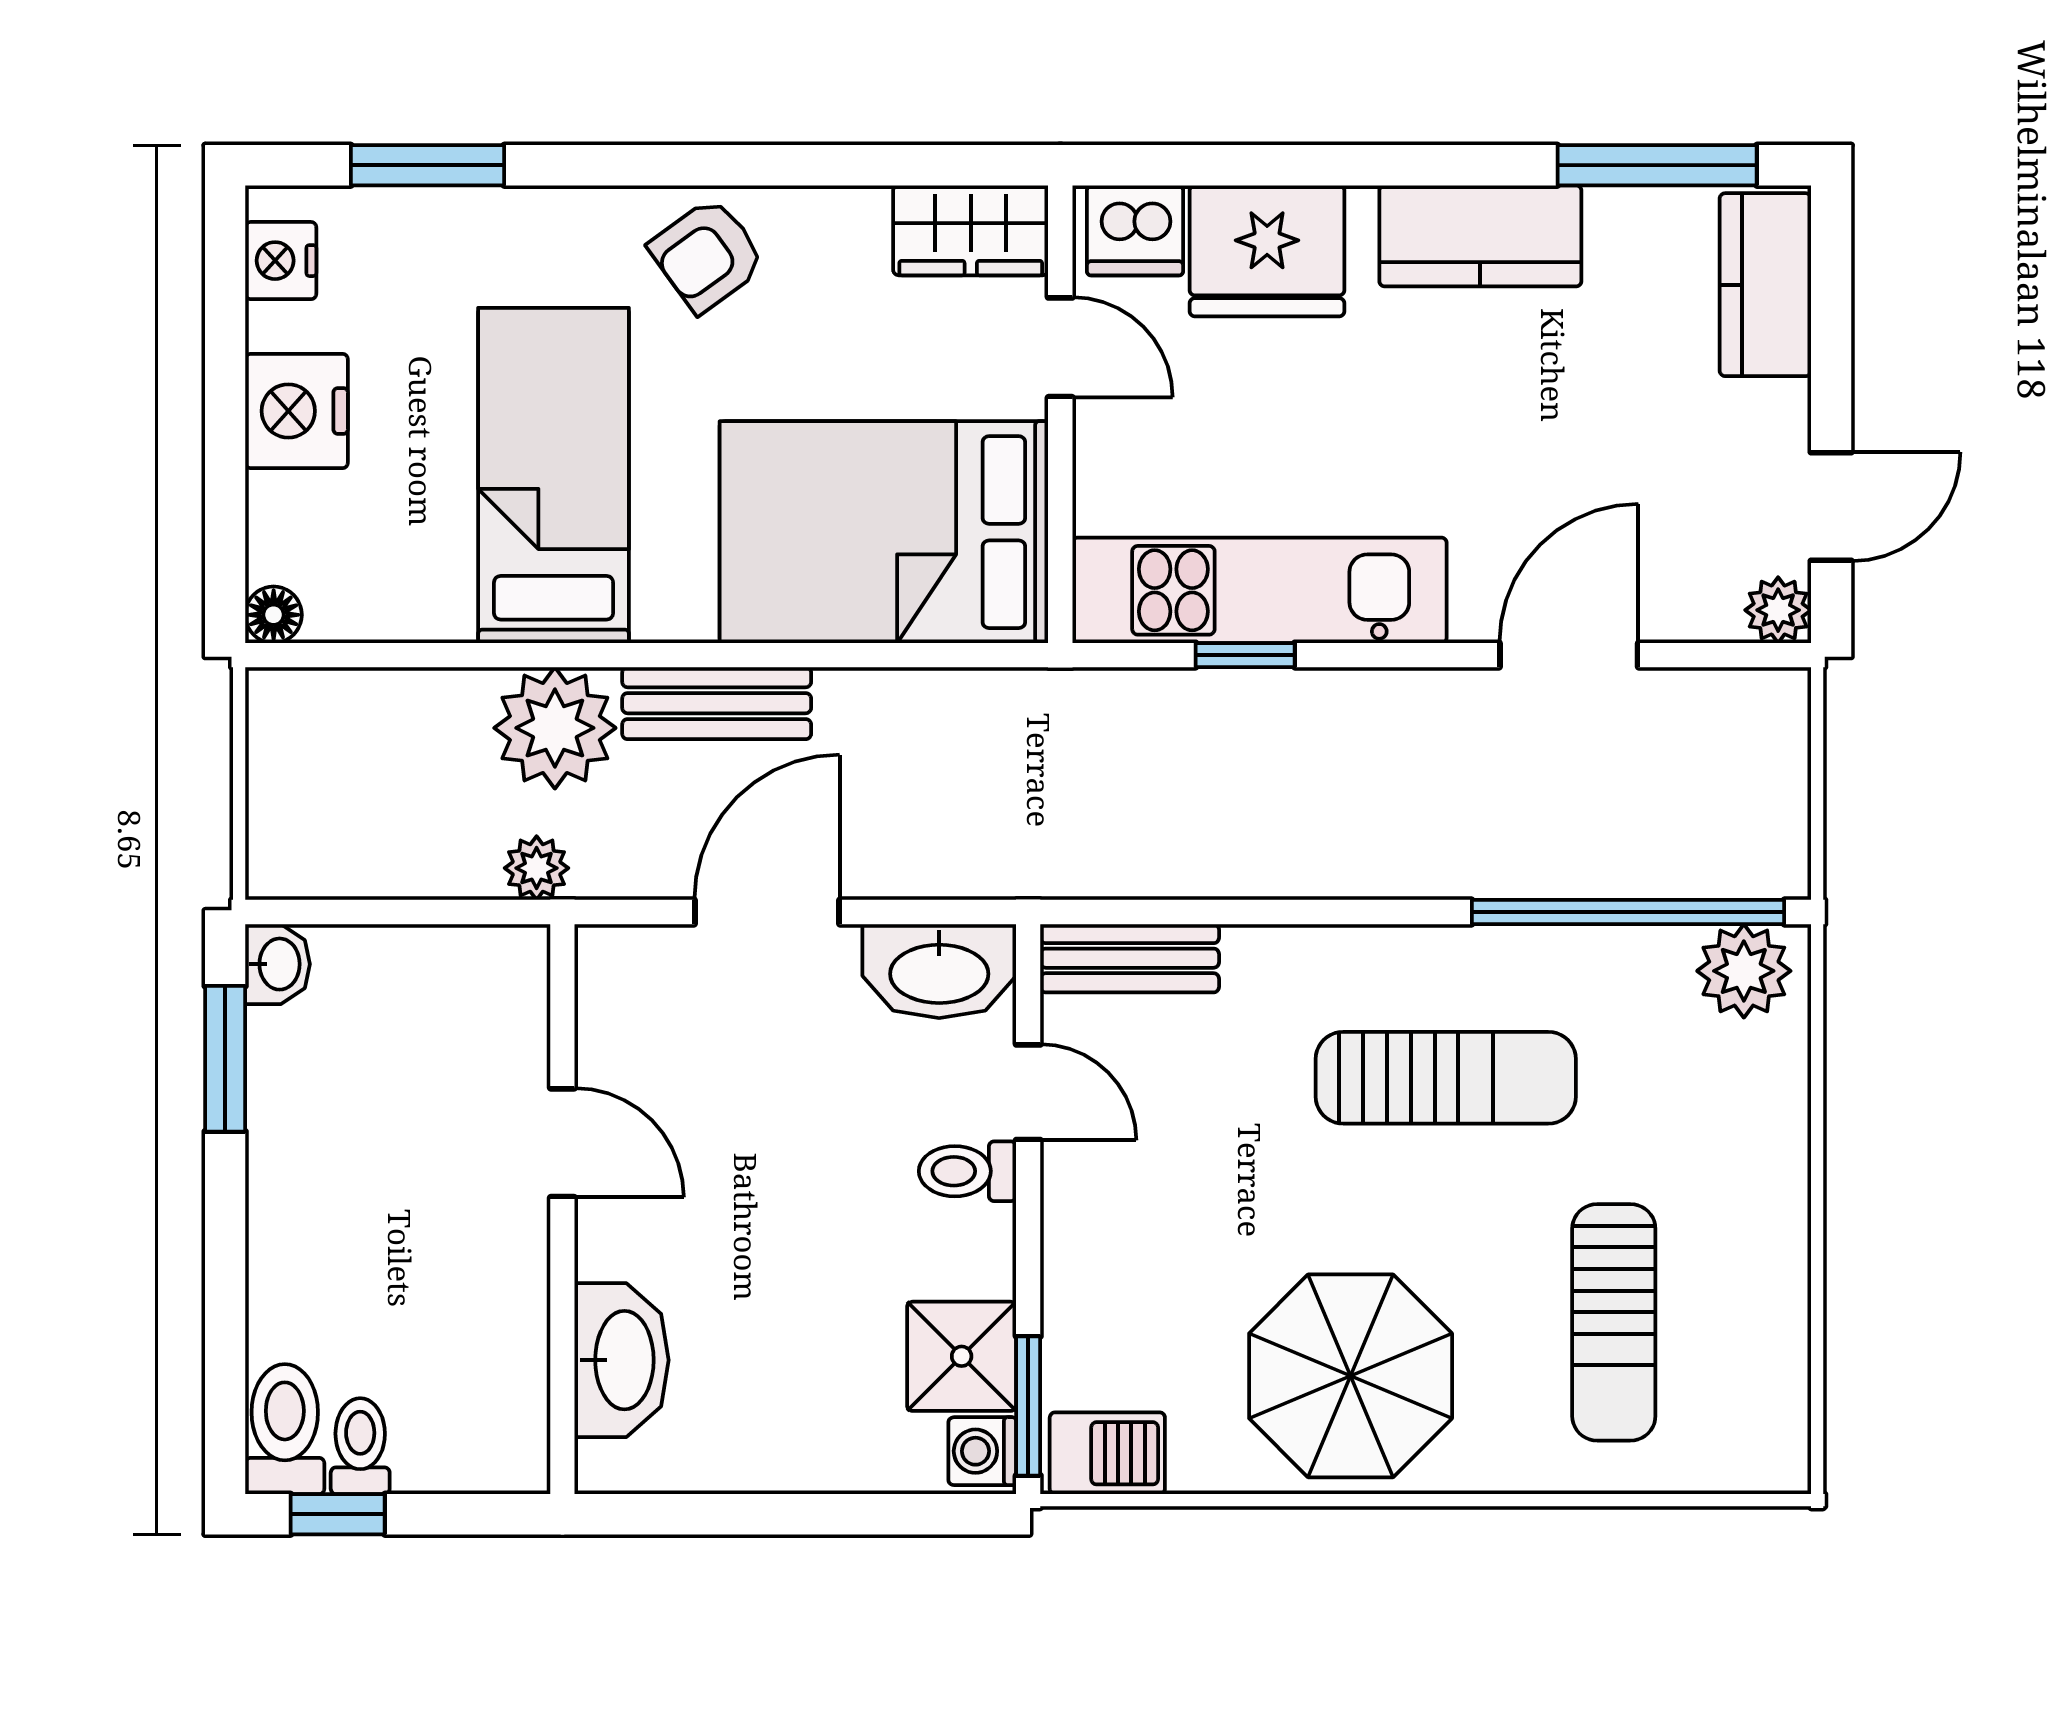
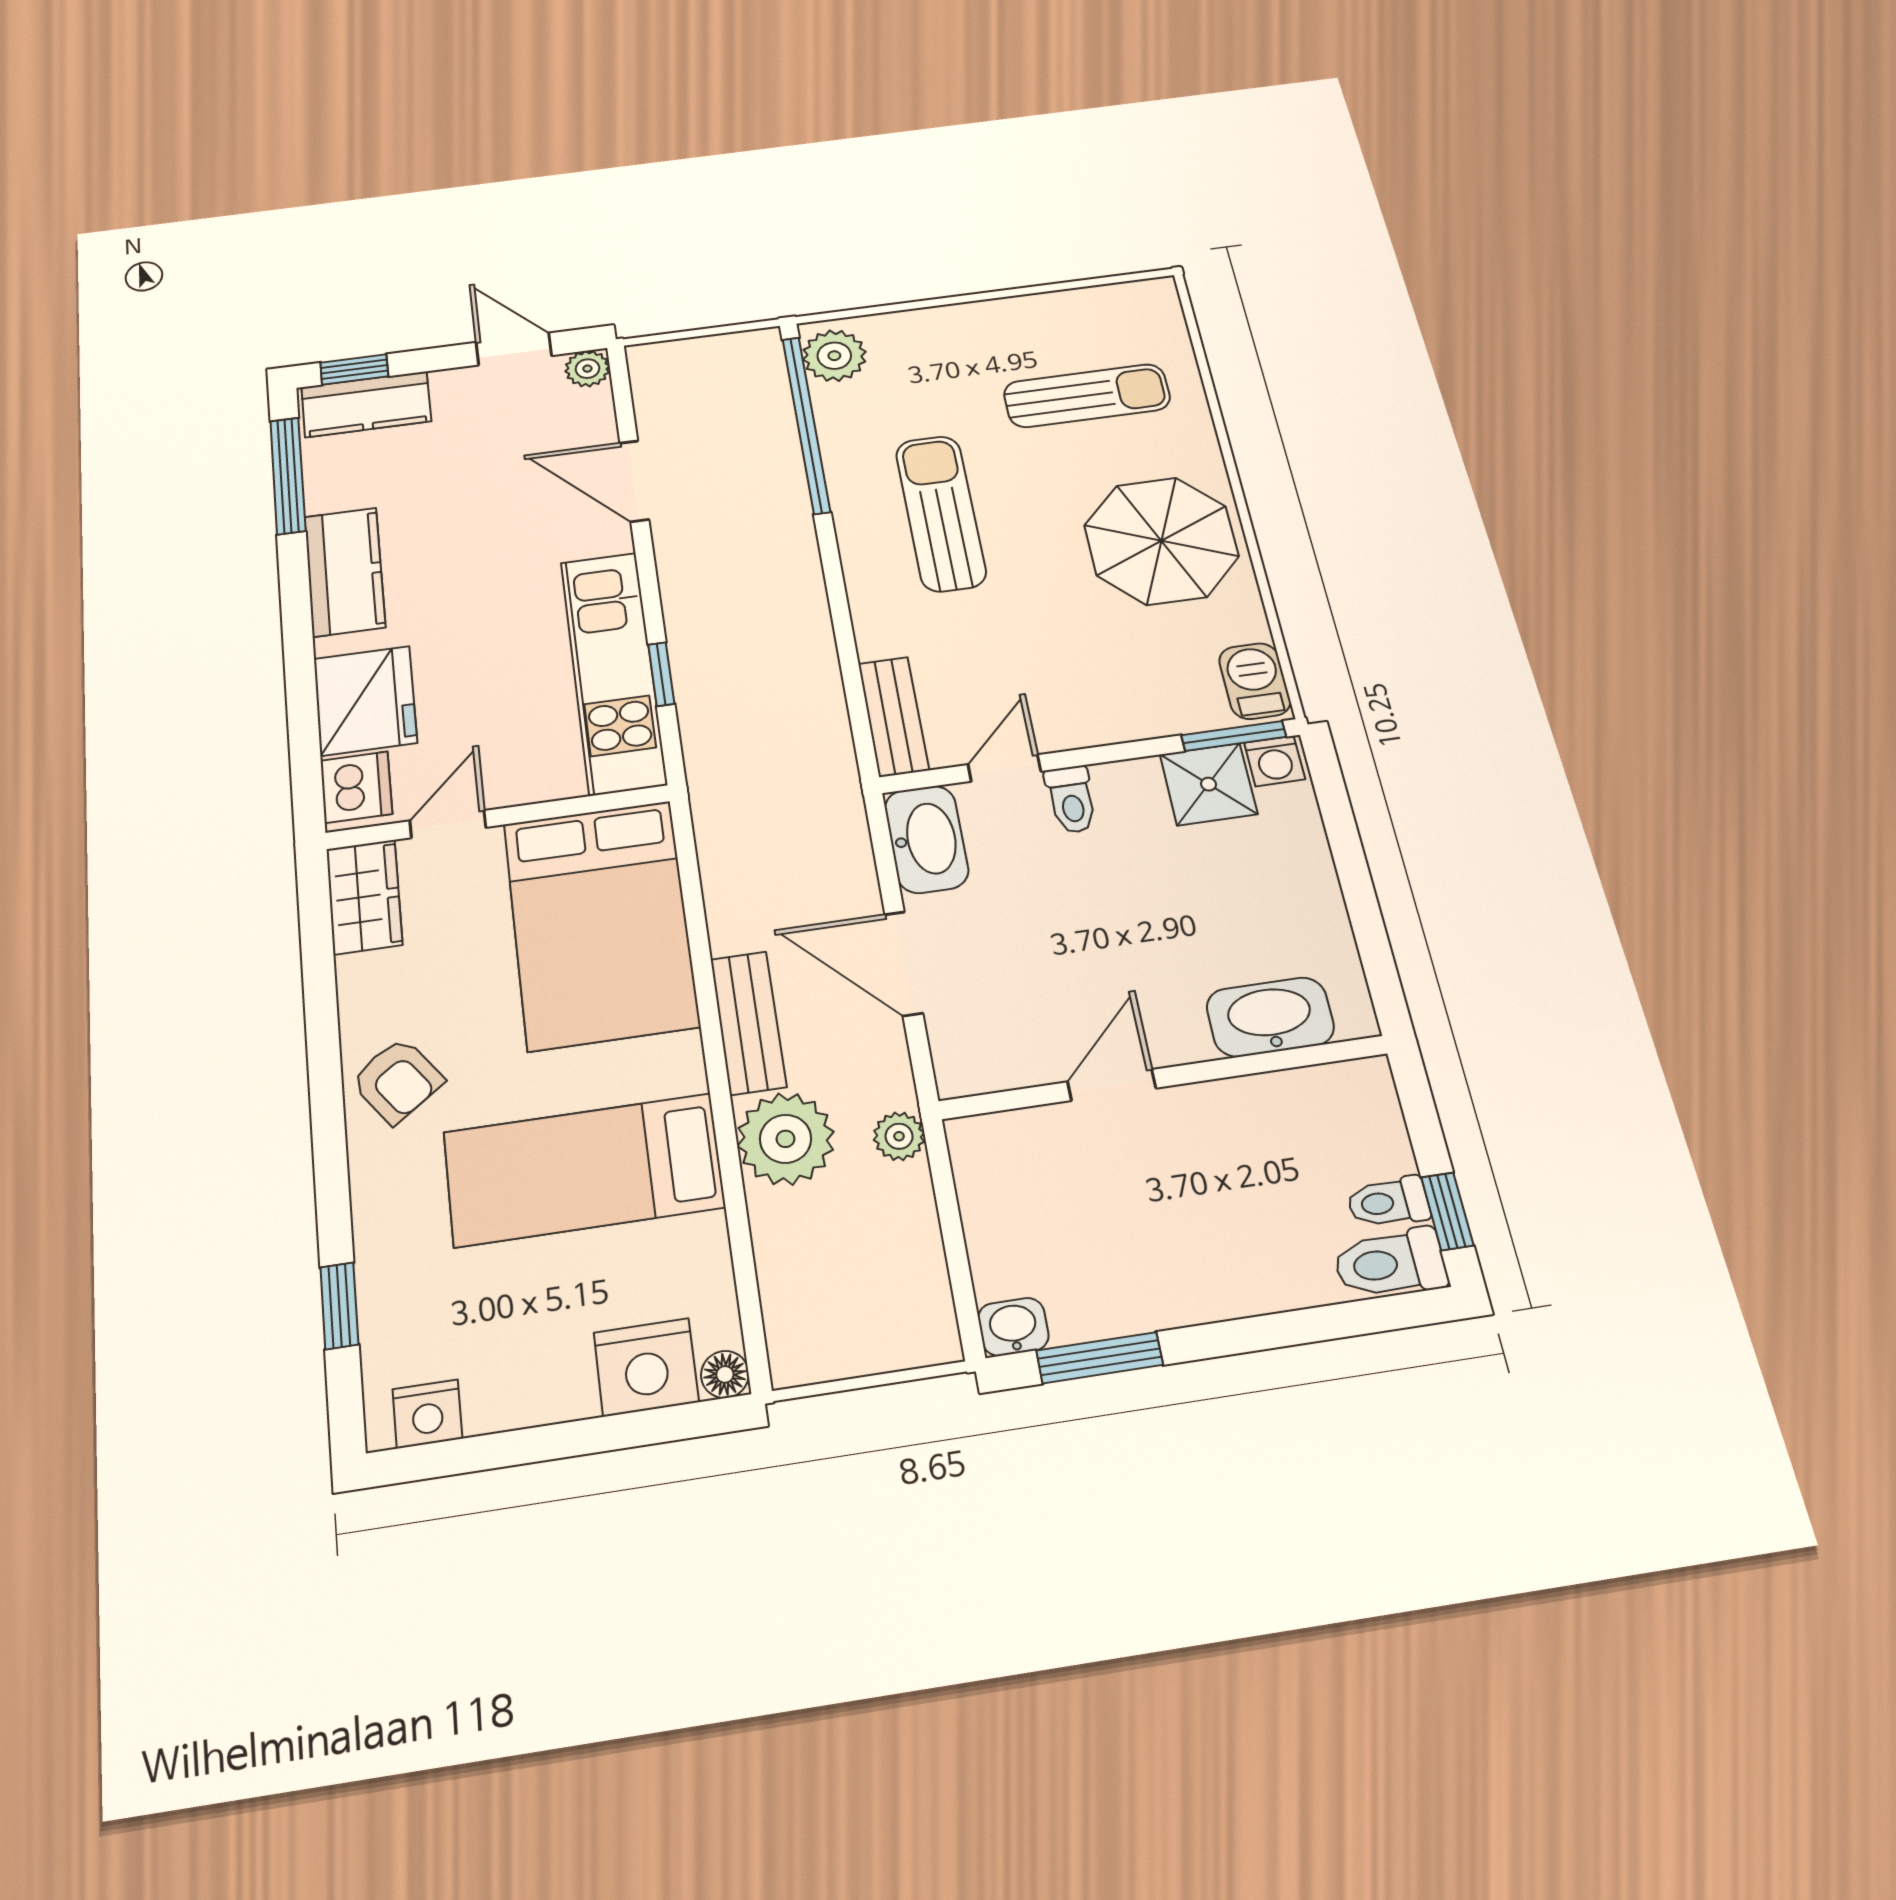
window: (428, 165) -> (339, 1306), width x0.67
window: (1831, 271) -> (354, 369), added
nightstand: (297, 411) -> (646, 1367), moved

